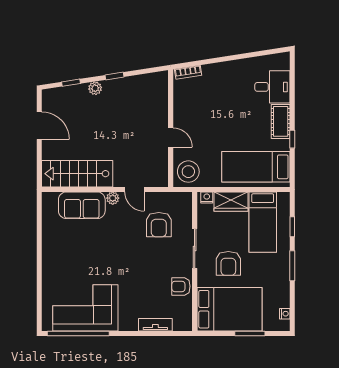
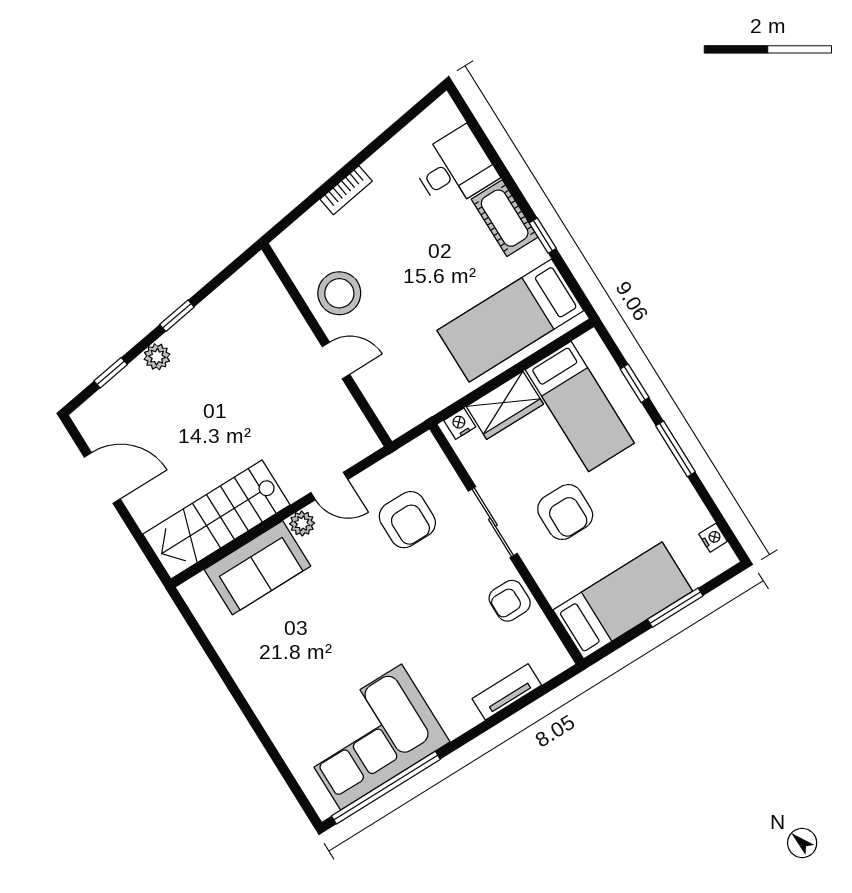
bookcase: (188, 72) -> (346, 190), moved
stool: (188, 172) -> (339, 293), moved
bed: (229, 309) -> (623, 600), width x0.67

